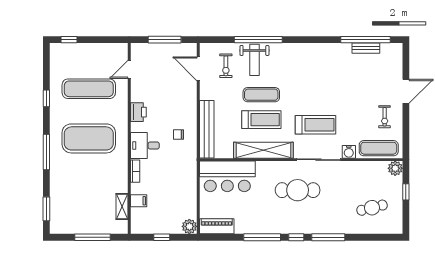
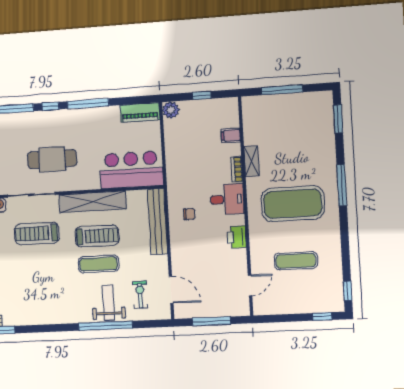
exercise mat: (89, 89) -> (296, 261), width x0.73, depth x0.69
window: (46, 98) -> (348, 291), moved
treadmill: (261, 120) -> (97, 236), turned 180
shelving: (122, 206) -> (251, 161), moved

